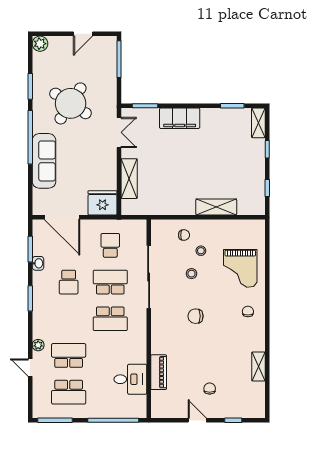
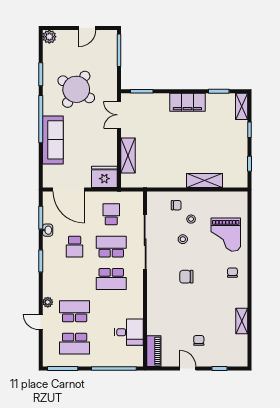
filing cabinet: (180, 118) -> (187, 102), moved
double door: (119, 132) -> (119, 115), swing flipped
piano: (159, 372) -> (154, 351), moved

